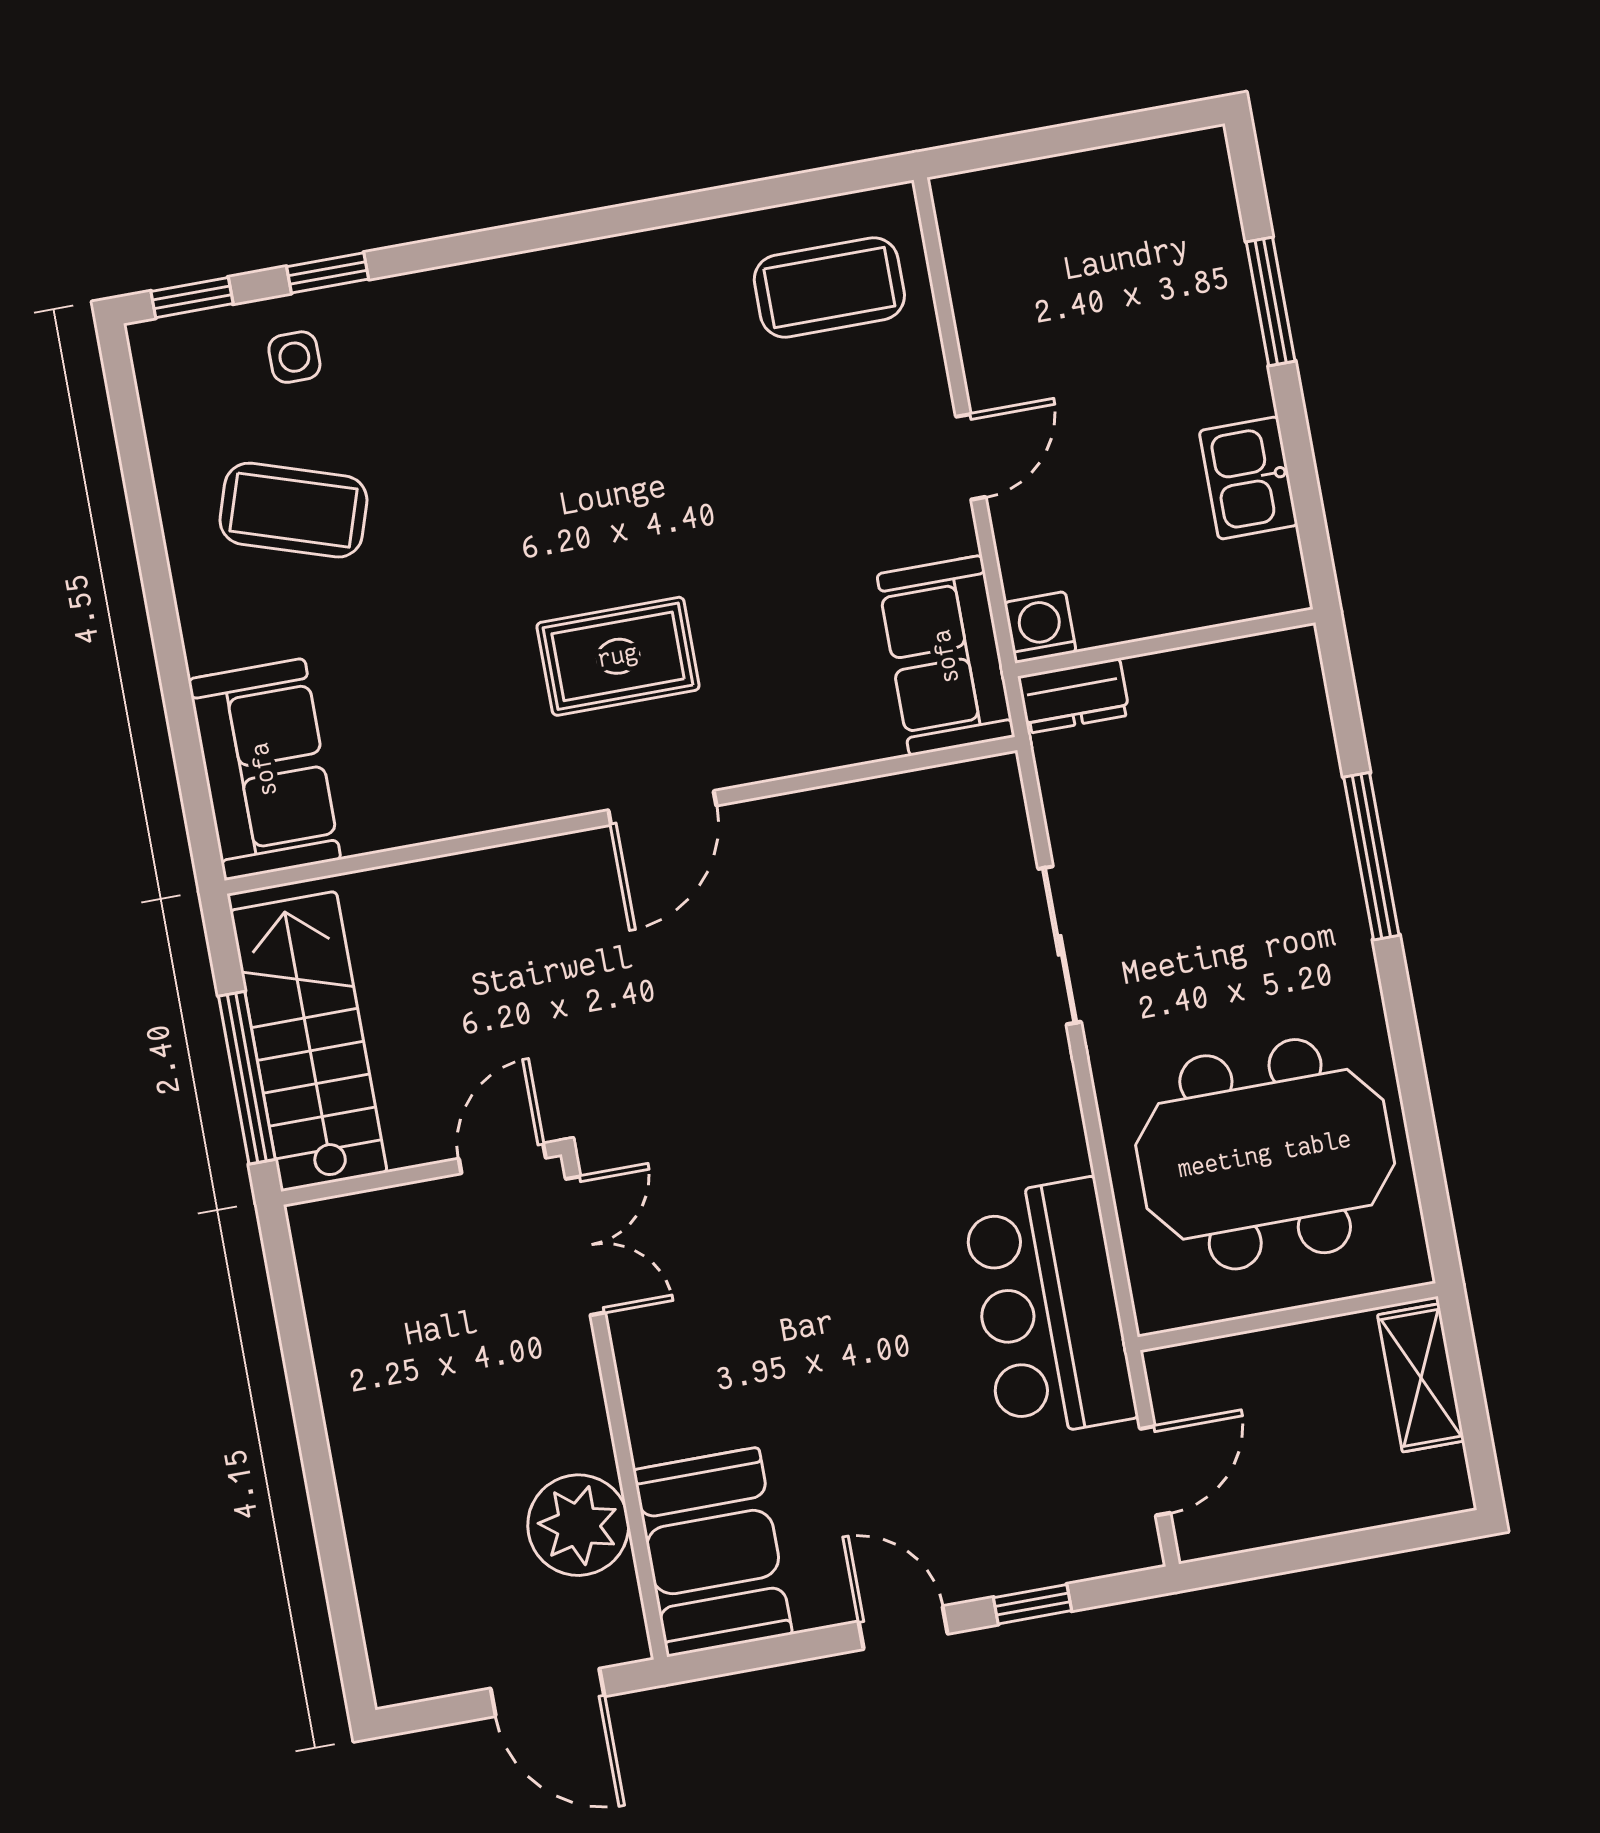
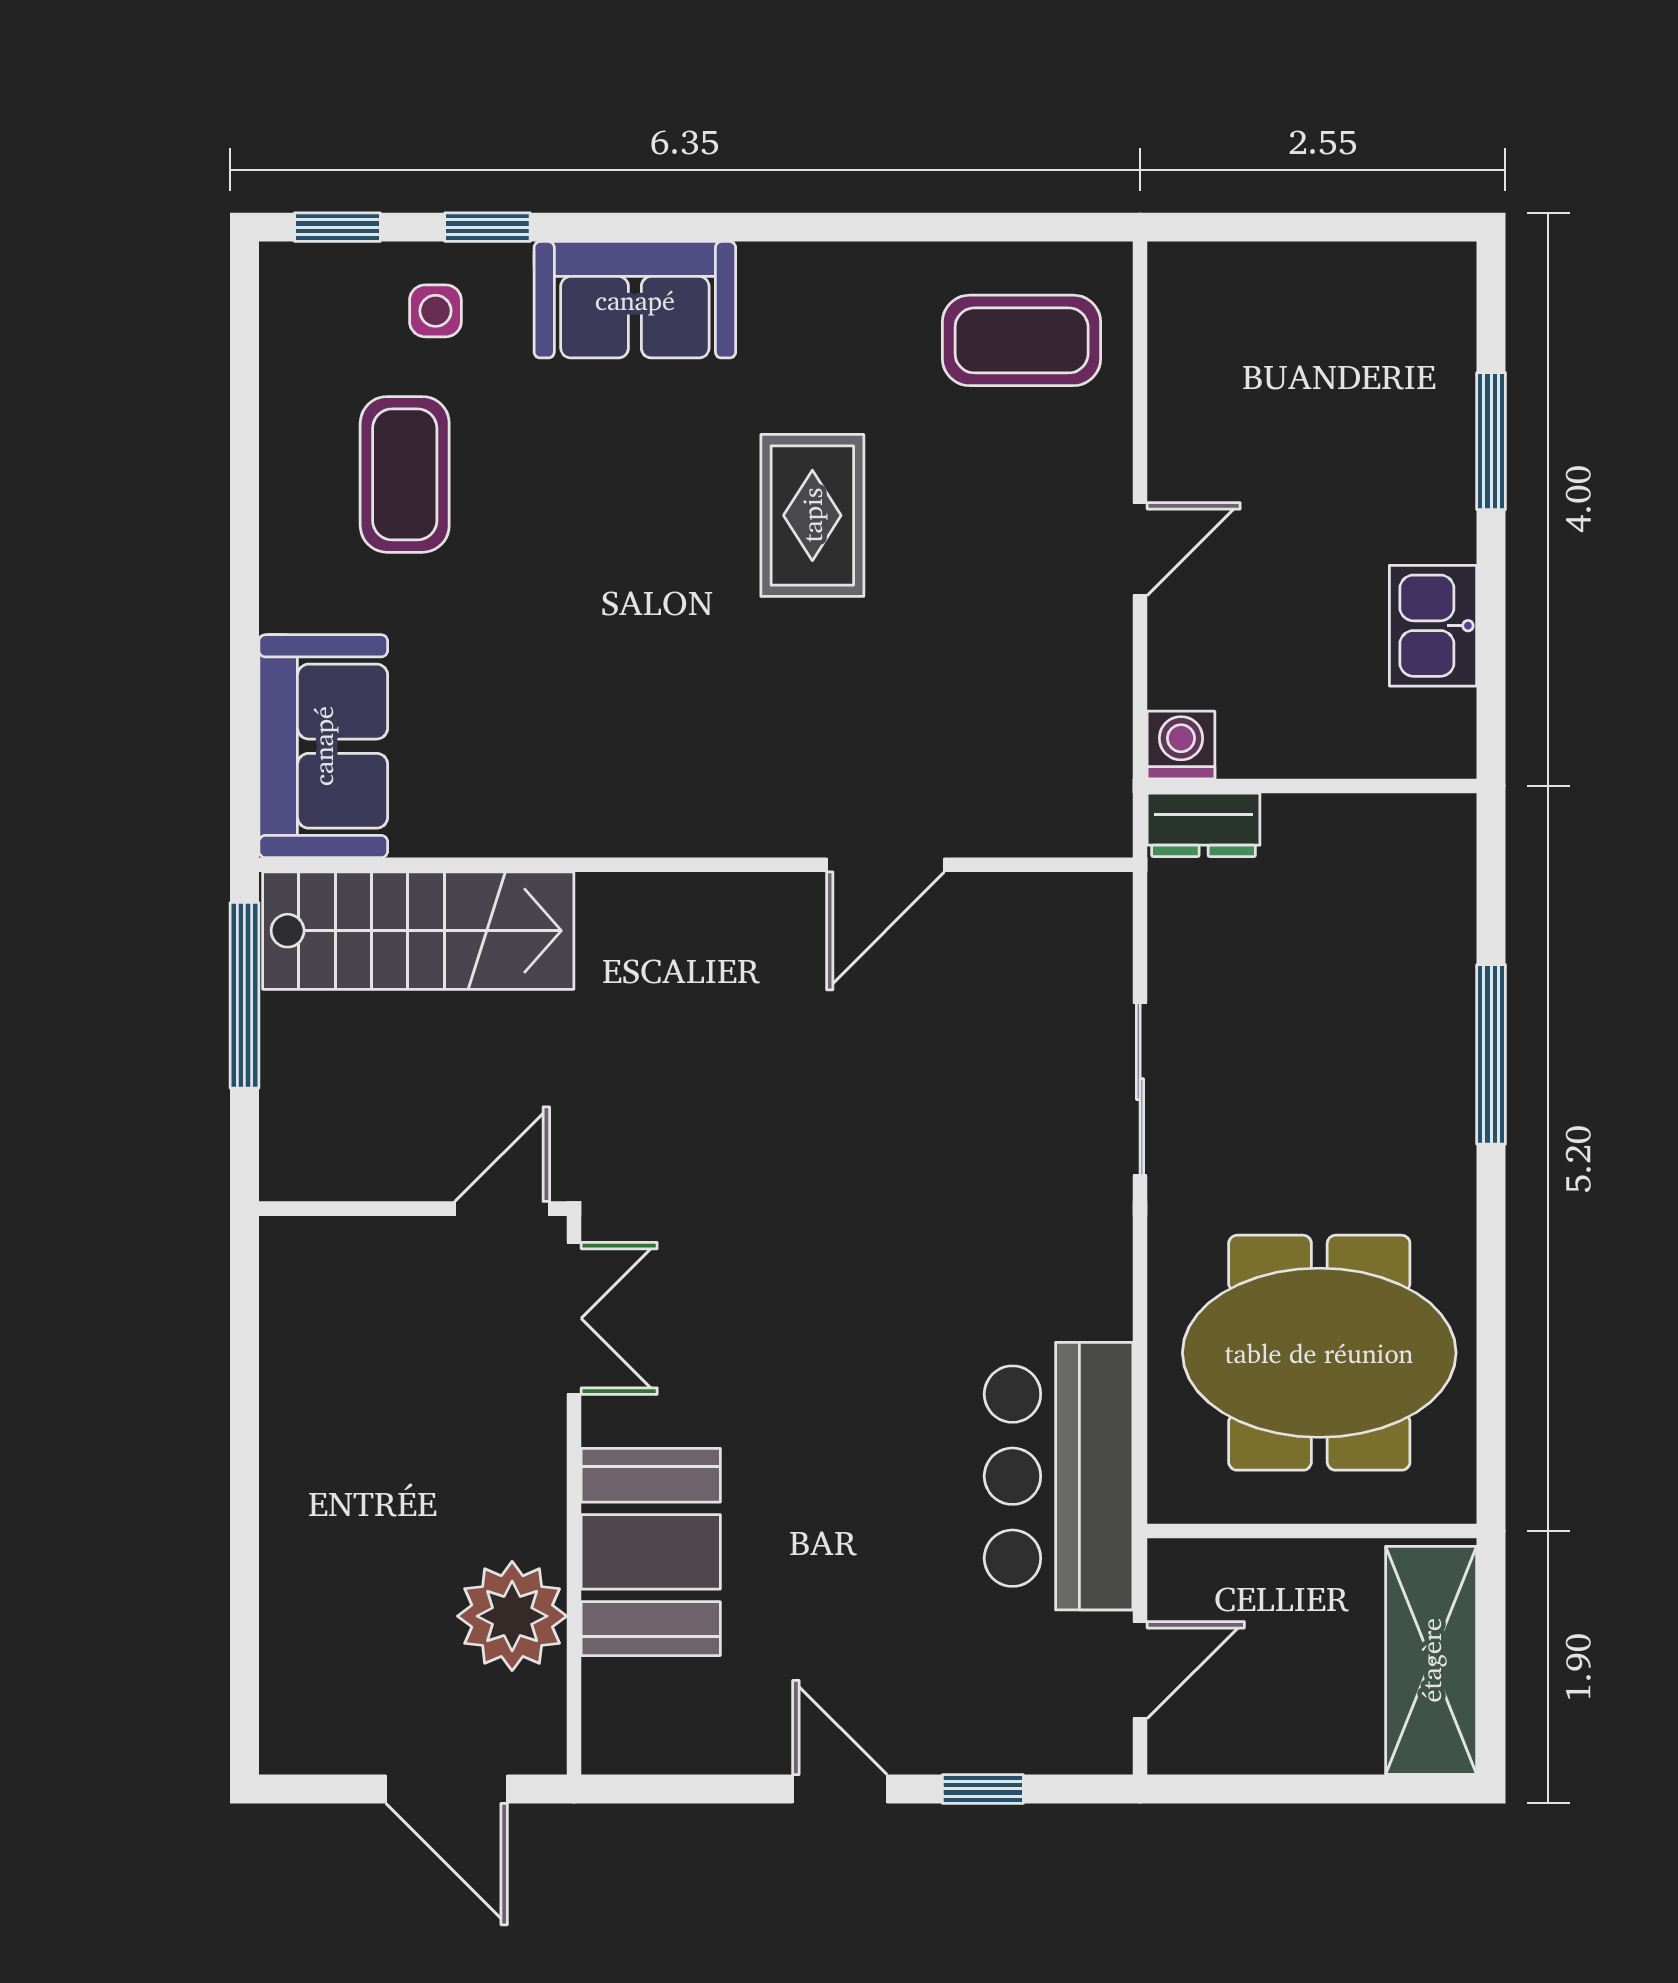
coffee table: (293, 510) -> (405, 474), turned 72
rug: (618, 656) -> (812, 515), moved, turned 90
sofa: (946, 656) -> (635, 300), moved, turned -90
door: (662, 808) -> (885, 865), moved
stairs: (309, 1041) -> (418, 931), moved, turned 90
window: (247, 1078) -> (244, 995), moved
shelving: (1421, 1378) -> (1431, 1660), width x1.50, depth x1.33
booth: (713, 1552) -> (651, 1552), moved

